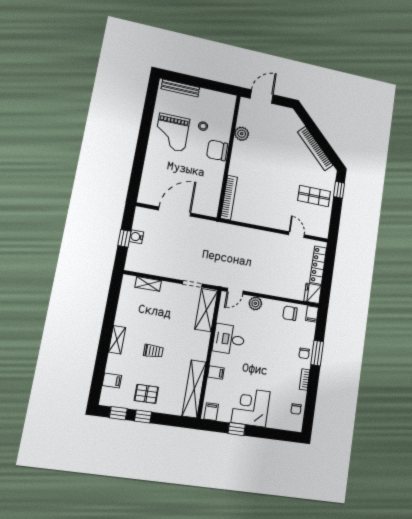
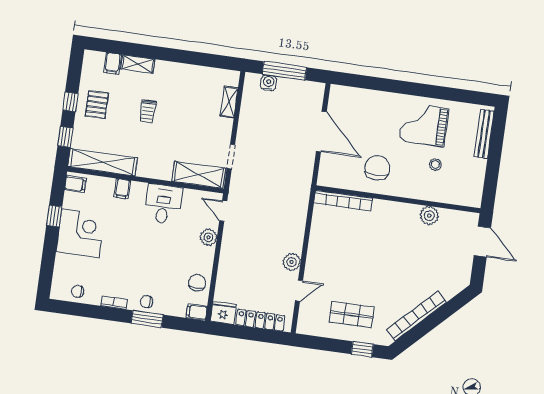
chair: (217, 150) -> (377, 168), moved
shop shelf: (314, 196) -> (352, 315), turned 90
water cooler: (136, 237) -> (269, 83), moved
window: (124, 238) -> (284, 71), width x2.17
plant: (275, 239) -> (292, 262), added
shelving: (117, 340) -> (138, 64), moved
window: (118, 413) -> (65, 137), moved

